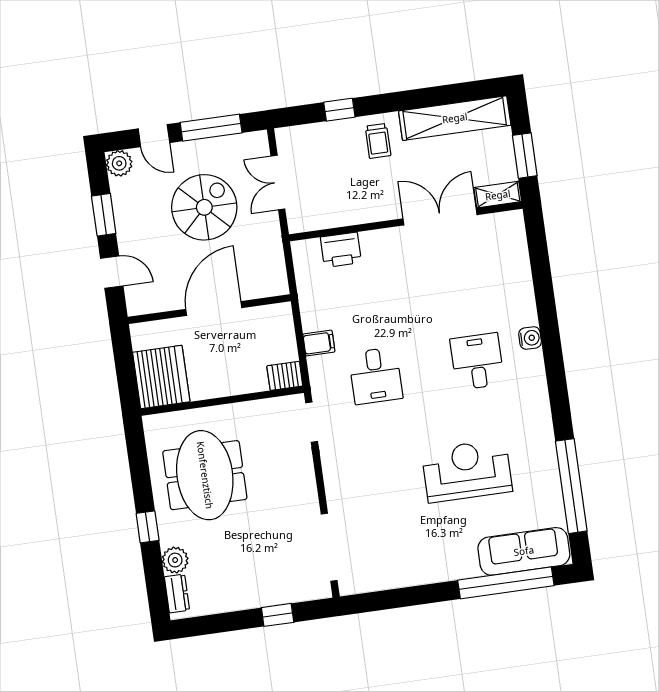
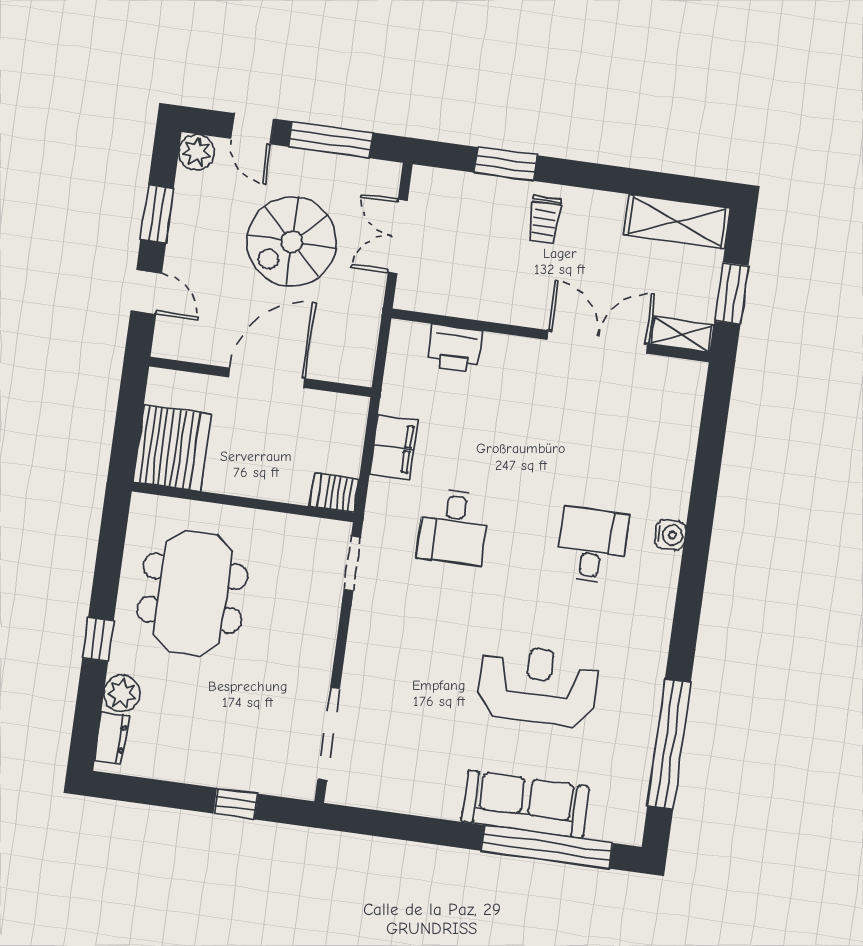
window: (339, 110) -> (506, 164), width x1.50
shelving: (455, 118) -> (677, 221), width x0.68
spiral stairs: (204, 207) -> (292, 242), turned 180
filing cabinet: (319, 343) -> (394, 447), width x2.00
sofa: (524, 551) -> (525, 804), moved

